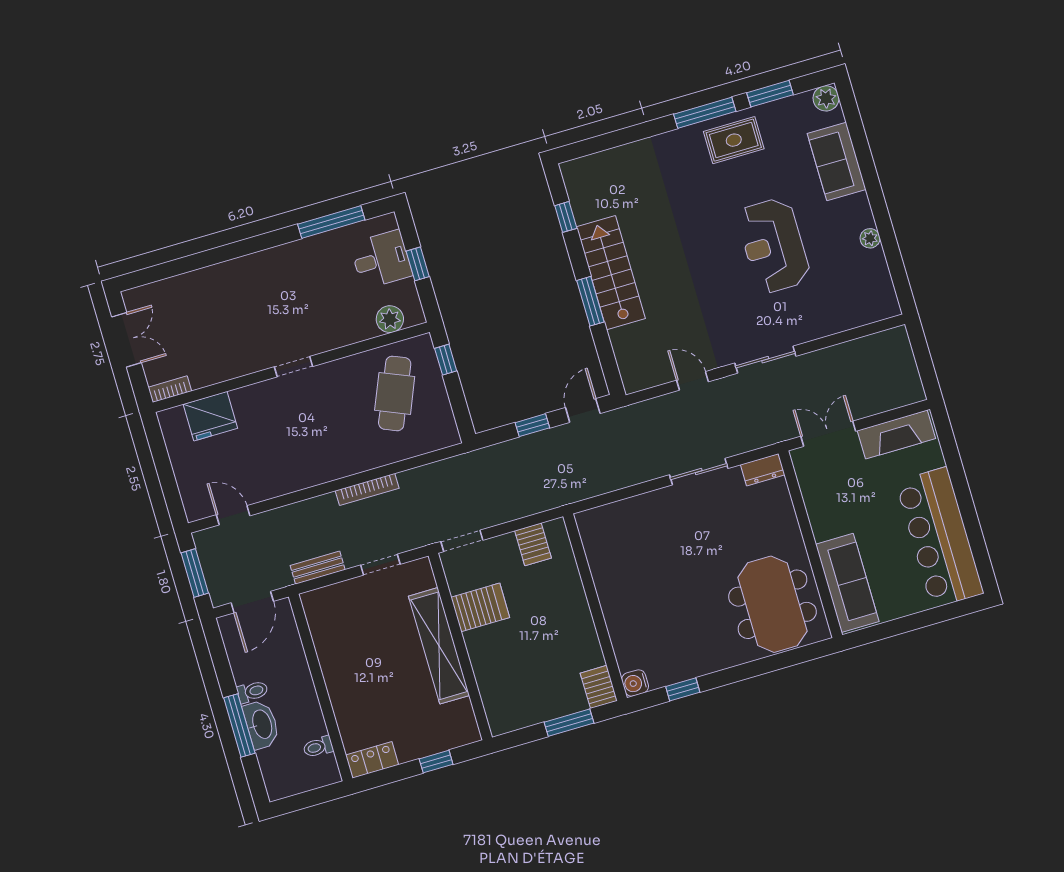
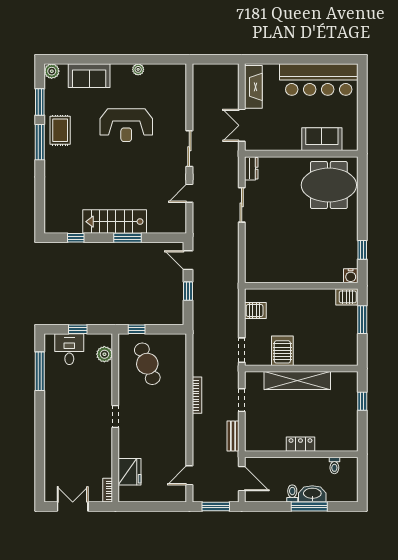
cafe table: (395, 393) -> (147, 364), turned 46
sofa: (847, 583) -> (322, 139), width x0.73
locker: (372, 760) -> (300, 444), moved, turned 90

